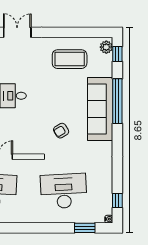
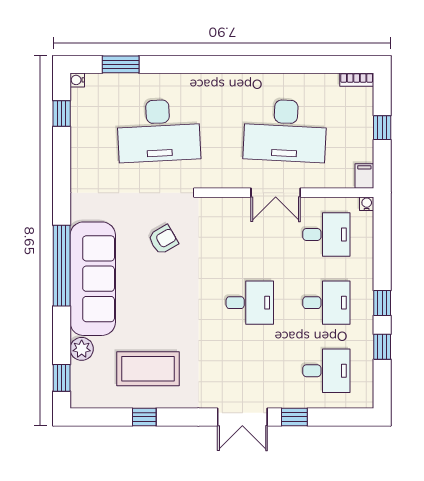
window: (72, 32) -> (144, 417), added
plant: (106, 47) -> (82, 349), moved
window: (117, 101) -> (62, 266), moved

